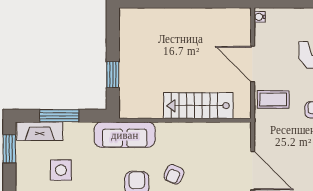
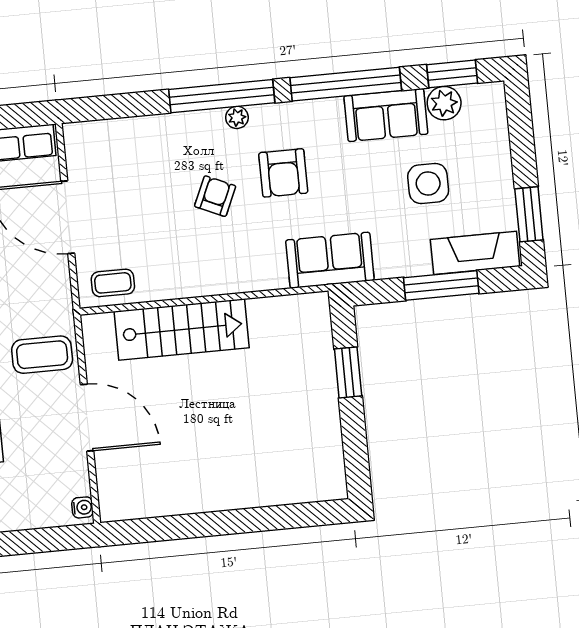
coffee table: (232, 134) -> (113, 283), added
sofa: (125, 135) -> (330, 260), width x0.73

